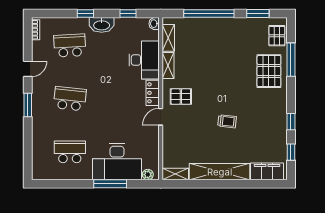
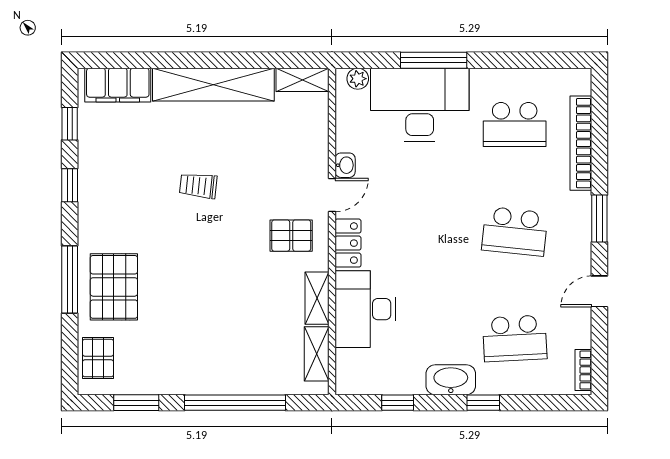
washbasin: (154, 24) -> (345, 165), moved
window: (291, 60) -> (70, 279), moved
bookcase: (37, 142) -> (581, 143), added

